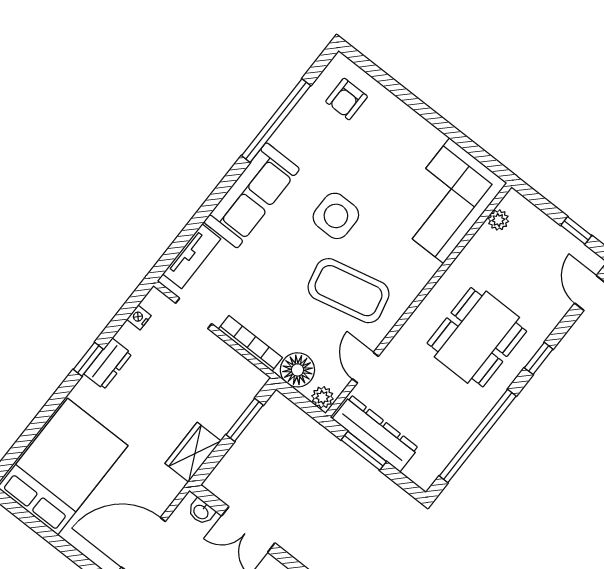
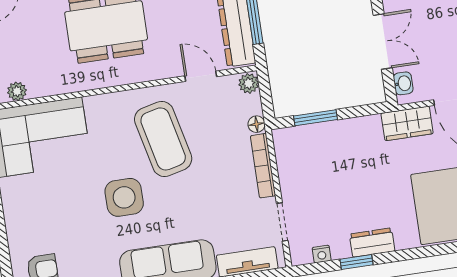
window: (88, 359) -> (356, 262), moved
door: (365, 368) -> (201, 76), swing flipped
floor lamp: (297, 370) -> (256, 124), width x0.53, depth x0.53
wardrobe: (193, 452) -> (407, 123), moved

